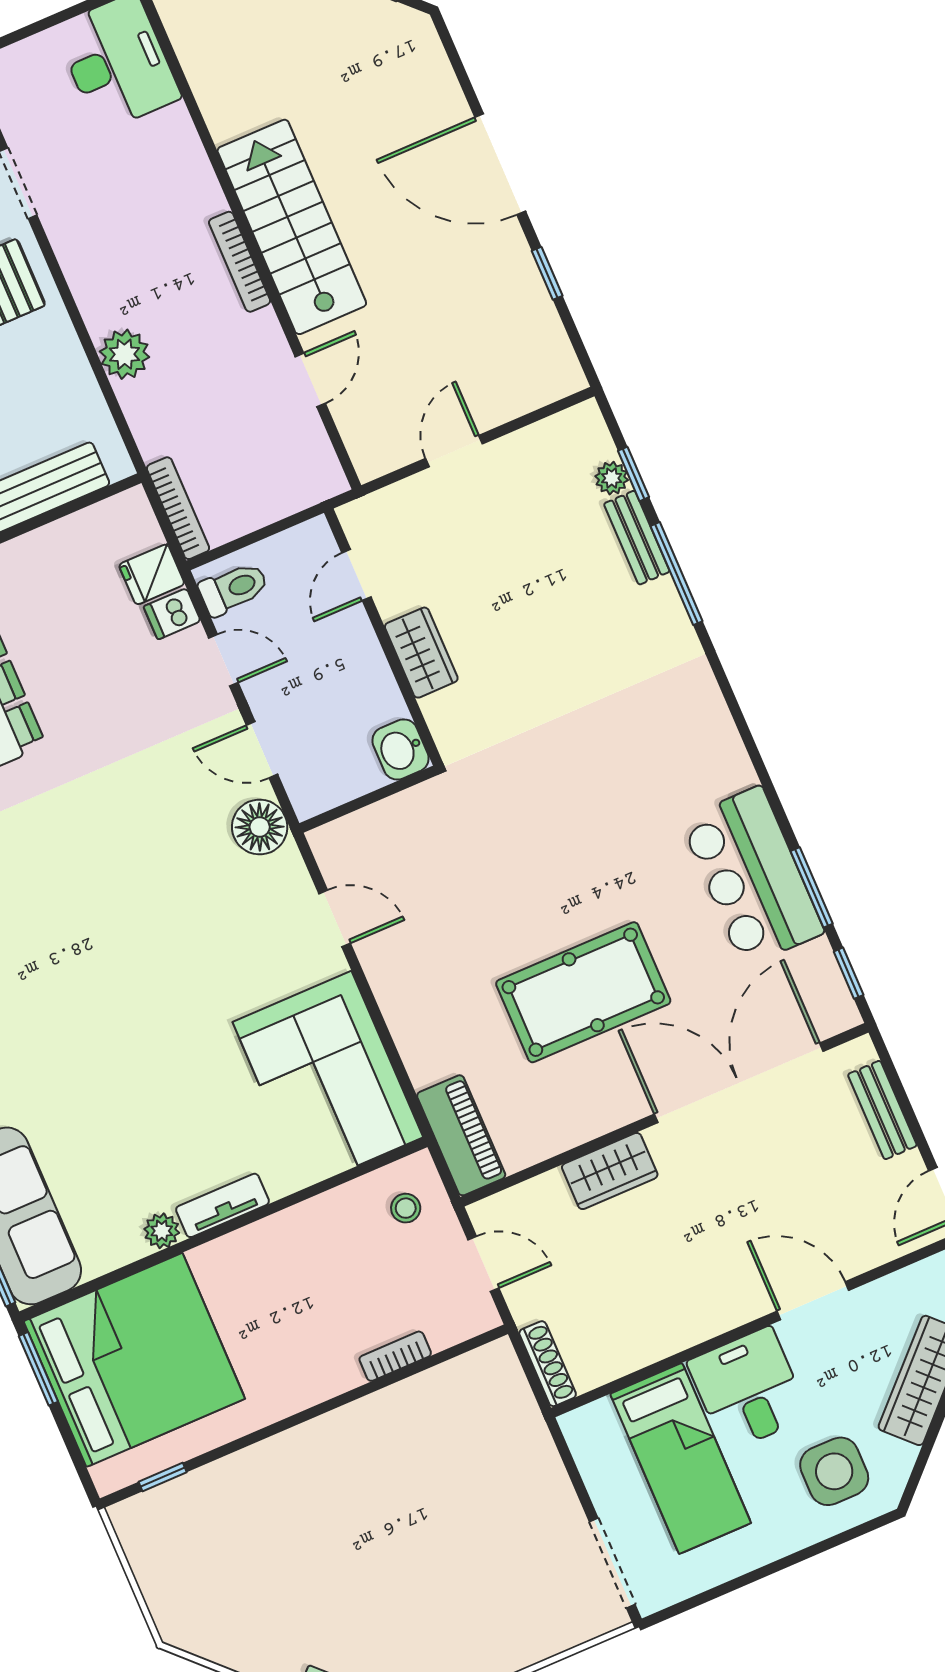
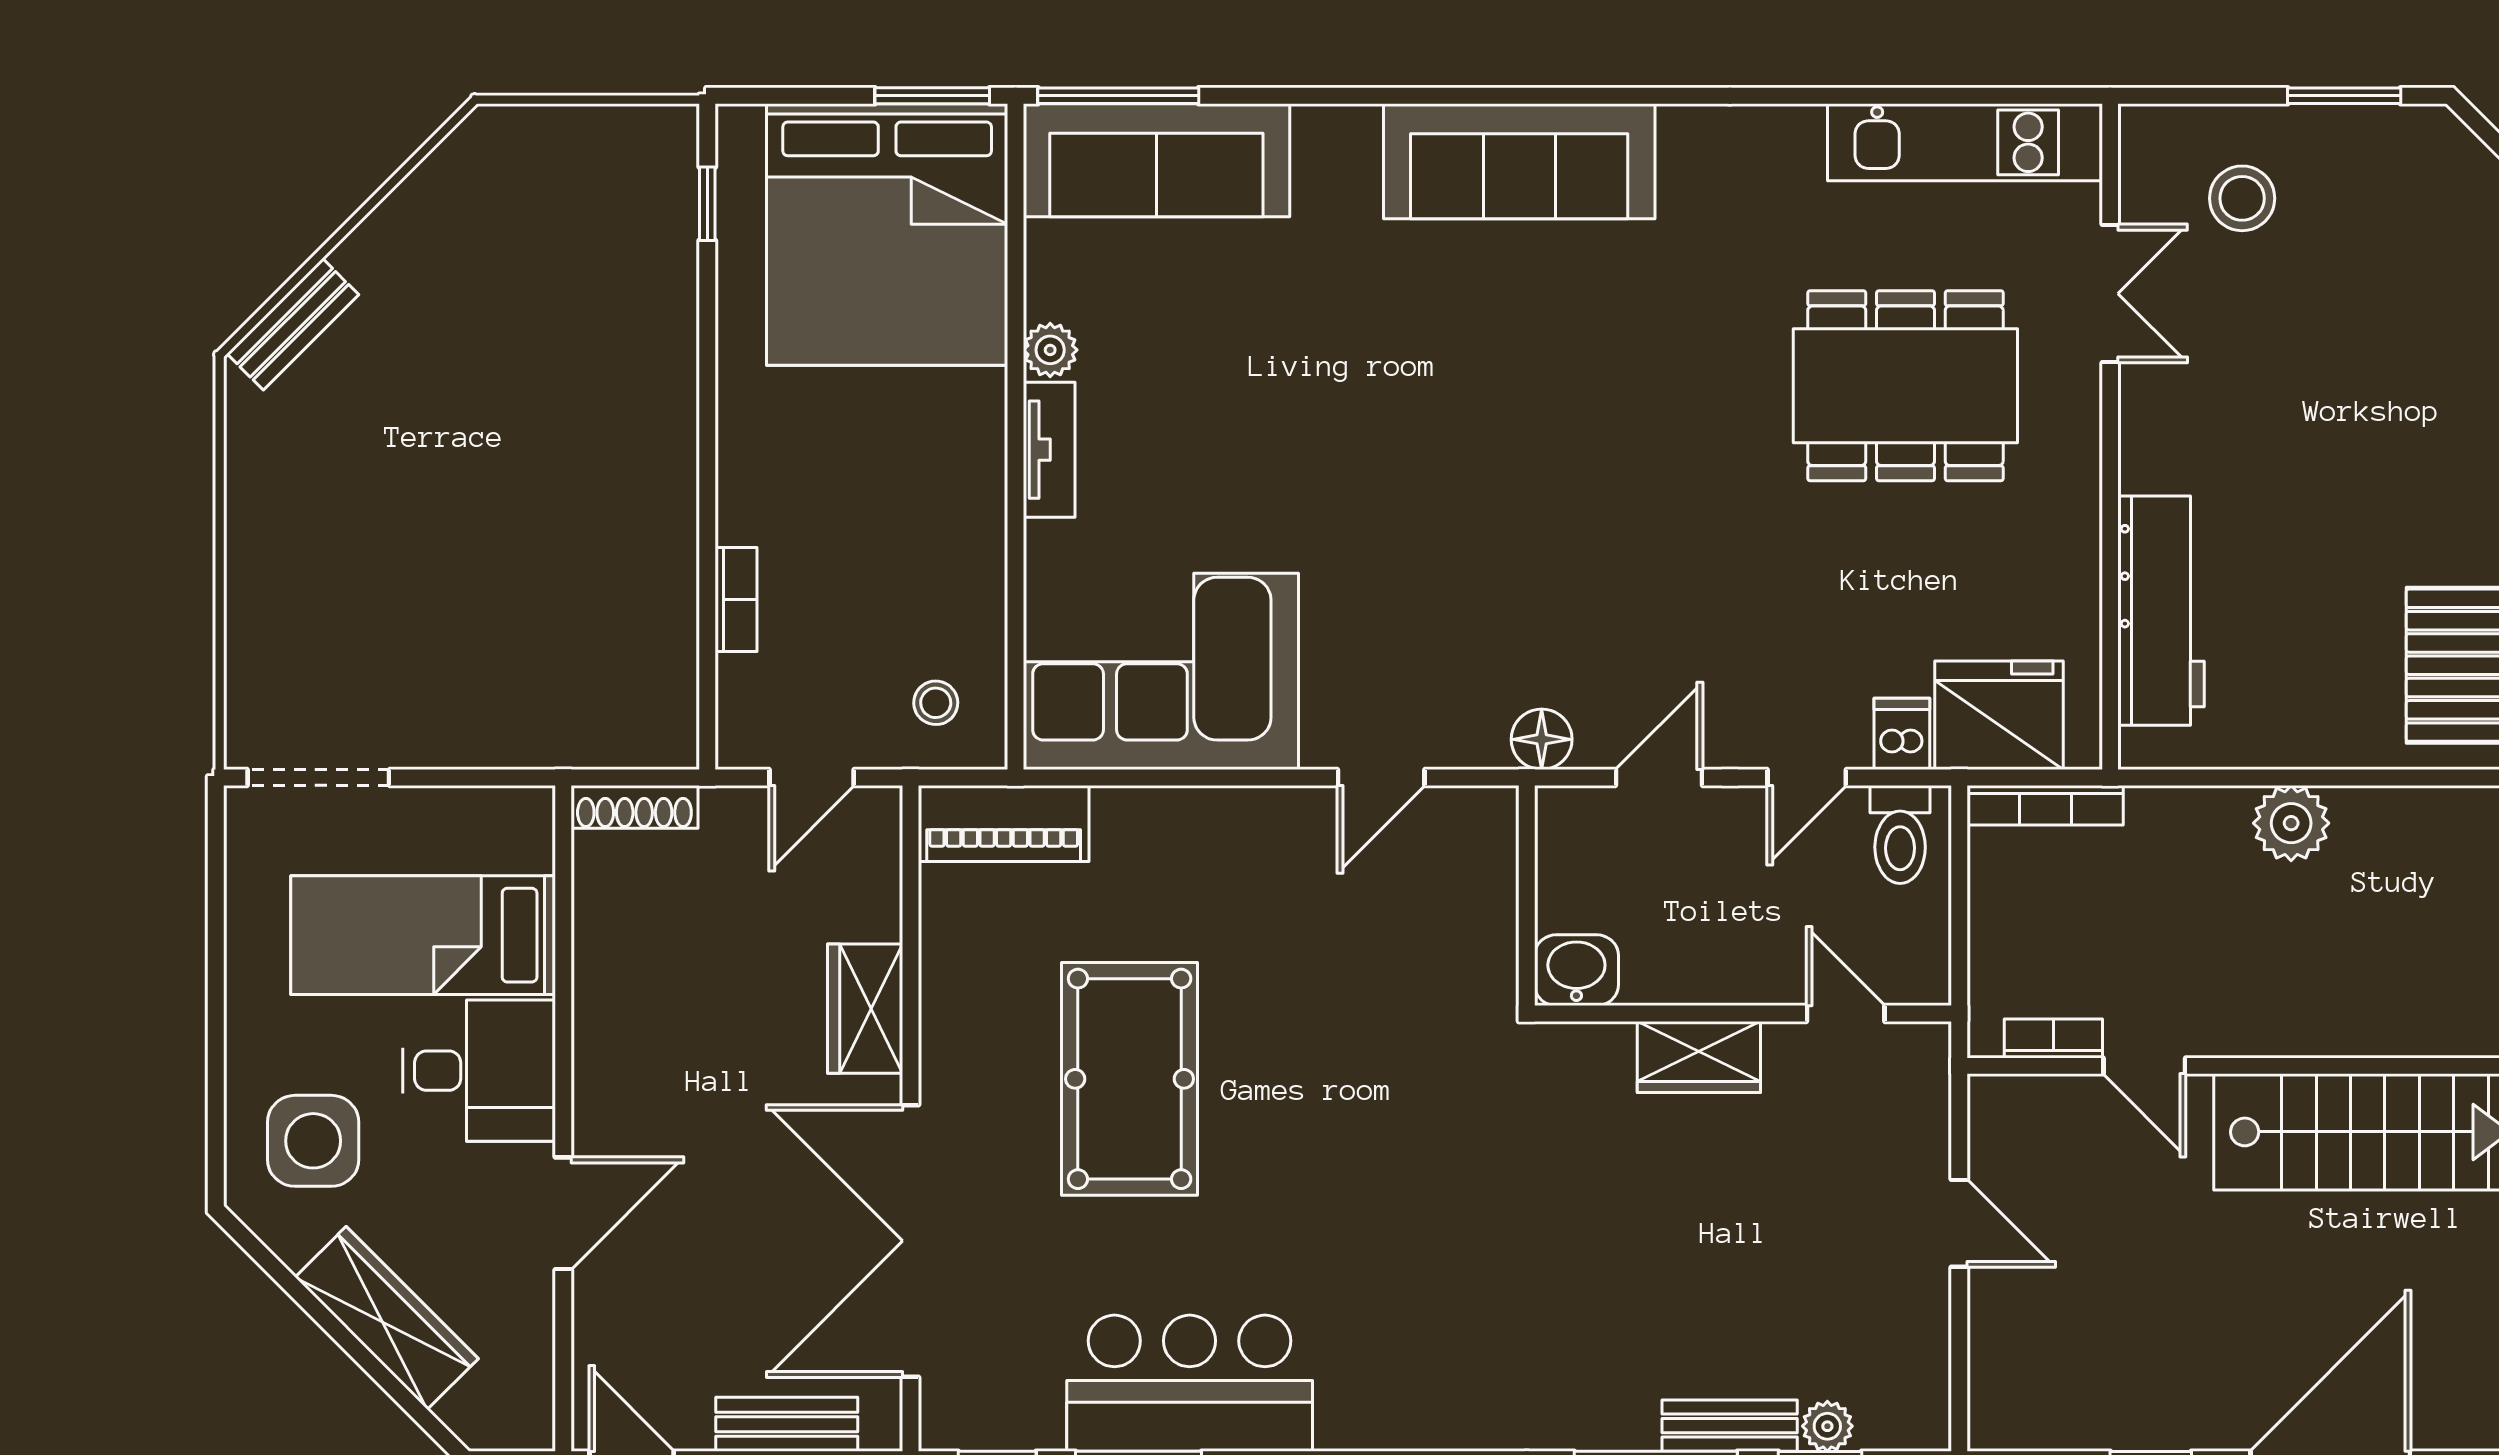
bookcase: (240, 262) -> (2053, 1038), moved, width x0.64
fridge: (152, 574) -> (1999, 715), width x1.88, depth x1.34
floor lamp: (260, 827) -> (1542, 739), width x0.73, depth x0.73
double door: (739, 1083) -> (911, 1241), swing flipped

